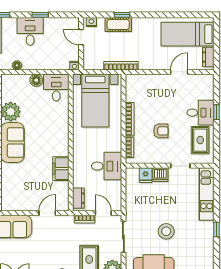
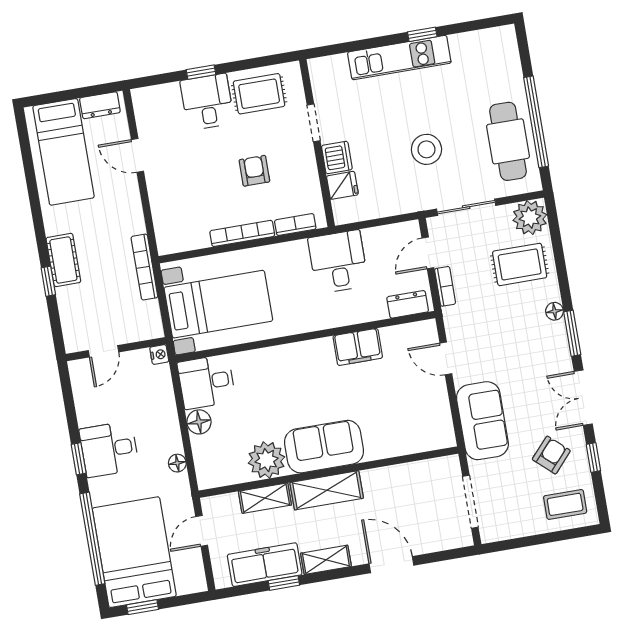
window: (40, 15) -> (79, 459), moved
nightstand: (91, 22) -> (72, 337), removed
cot: (118, 25) -> (63, 260), moved
kitchen unit: (206, 194) -> (399, 58), moved
stool: (166, 231) -> (426, 149), moved

